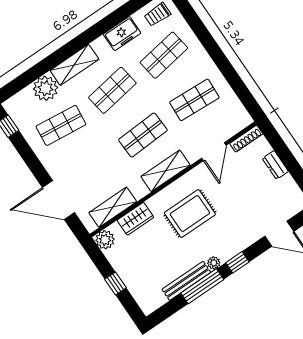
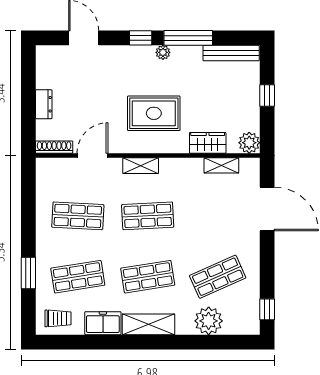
window: (202, 33) -> (28, 273), added
shelving: (74, 65) -> (149, 324), moved
shop shelf: (61, 125) -> (218, 277), turned -30
shelving: (165, 171) -> (141, 166), width x0.67, depth x0.75
shelving: (113, 207) -> (221, 165), width x0.67, depth x0.75
bench: (186, 281) -> (231, 53), moved

